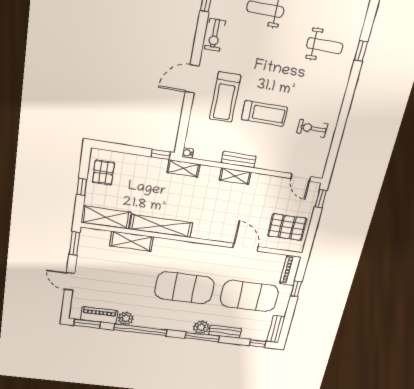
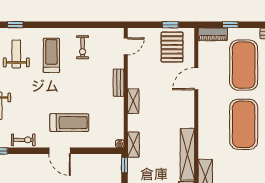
treadmill: (264, 113) -> (51, 55), moved
bench: (239, 160) -> (119, 83), moved
window: (321, 199) -> (170, 25), moved

